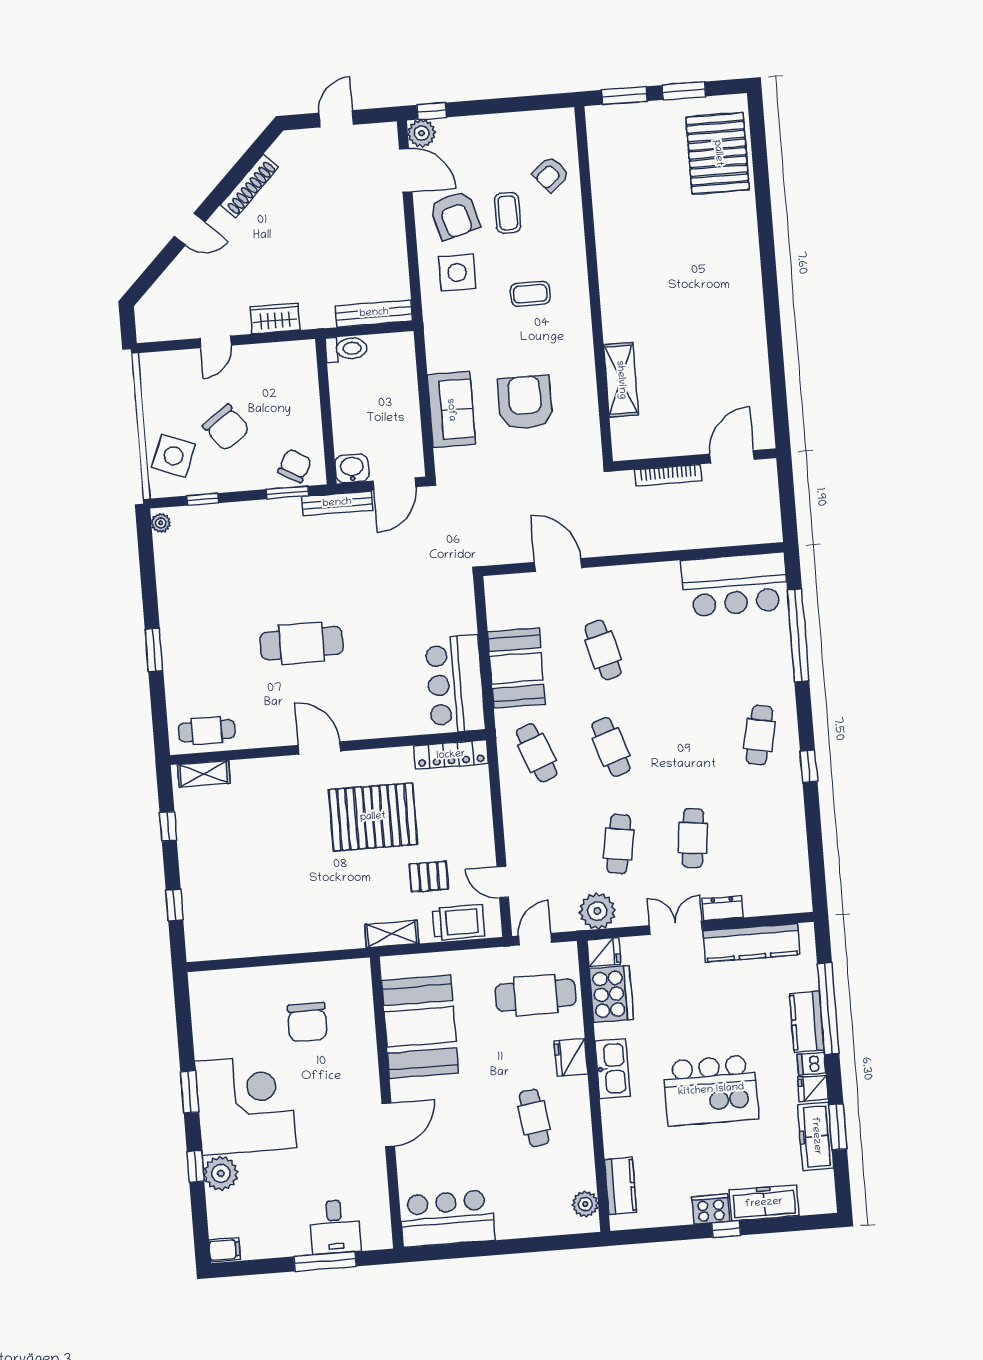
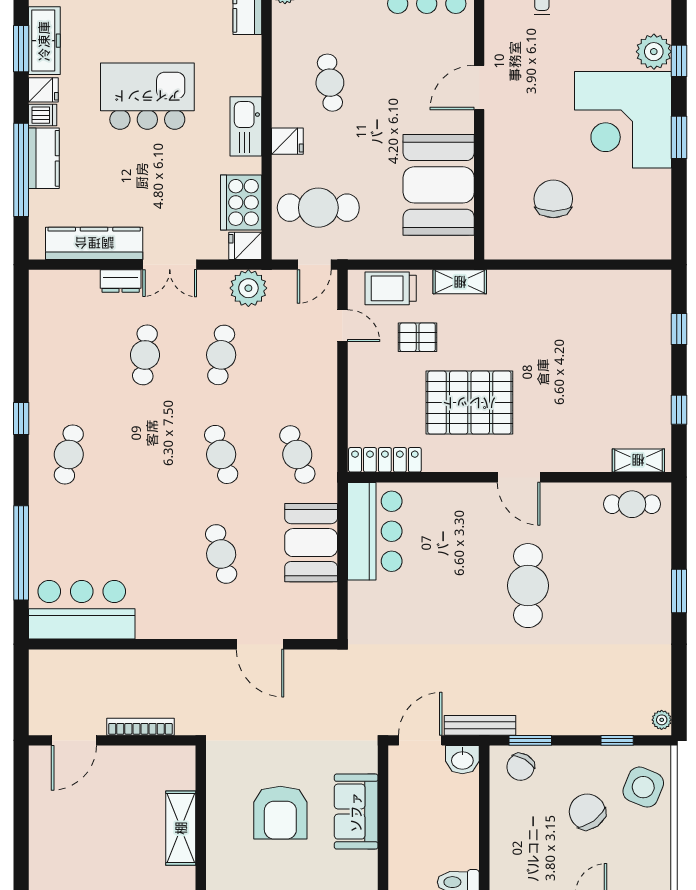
cafe table: (302, 643) -> (528, 586), turned 90
fridge: (571, 1058) -> (287, 141), width x0.72

